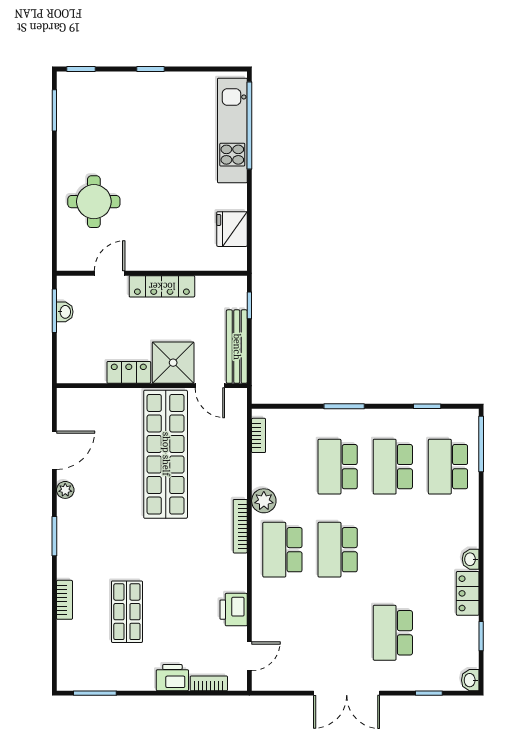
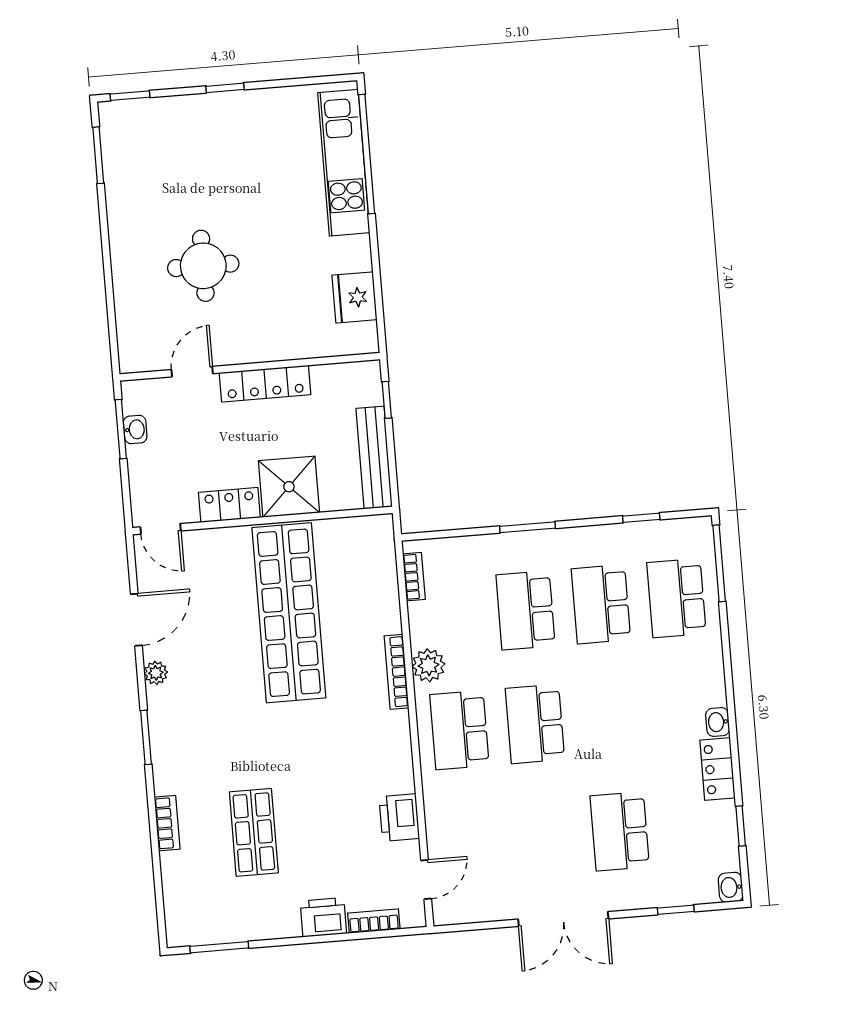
round table: (94, 202) -> (203, 266), moved
door: (210, 386) -> (161, 529), moved
bookcase: (240, 526) -> (396, 672), moved

